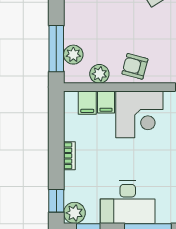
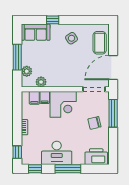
window: (56, 49) -> (17, 57), moved
armchair: (135, 66) -> (61, 78), removed
plant: (74, 213) -> (27, 159), removed

